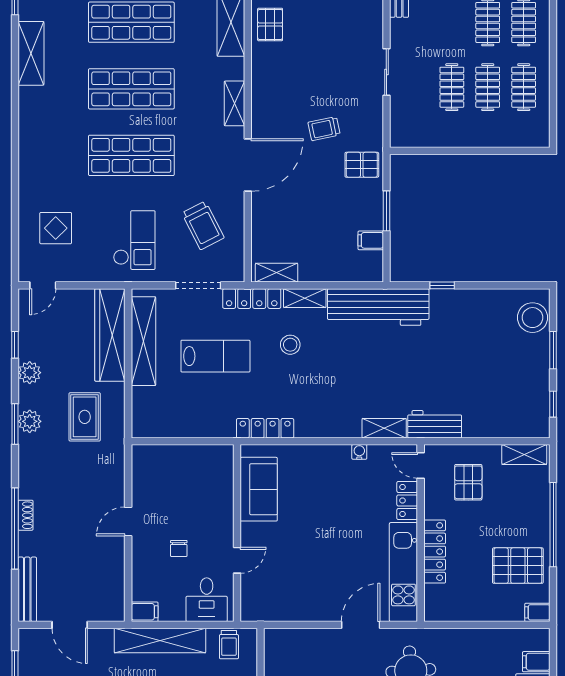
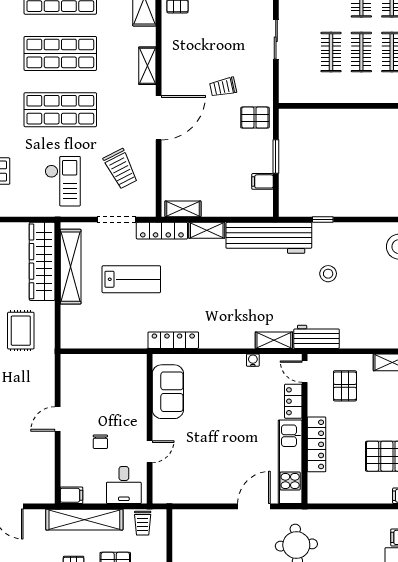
stool: (290, 345) -> (328, 274), moved

